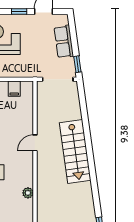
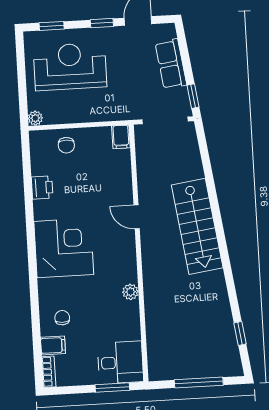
filing cabinet: (14, 89) -> (121, 137), moved
door: (35, 143) -> (137, 217), hinge flipped

